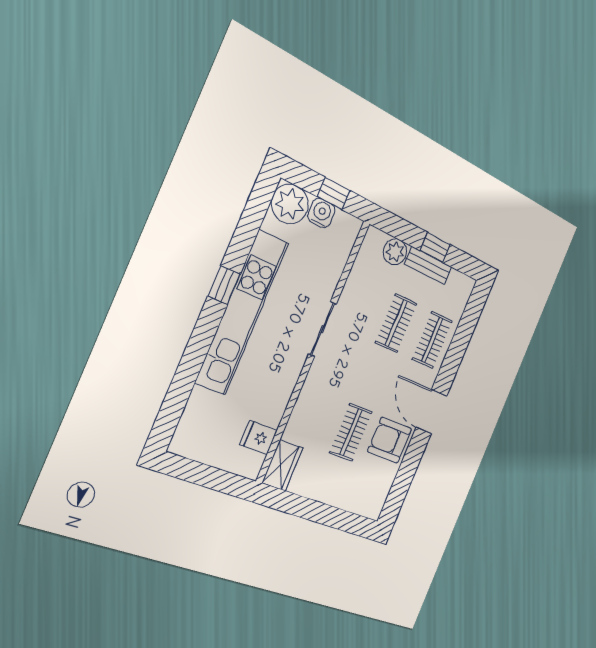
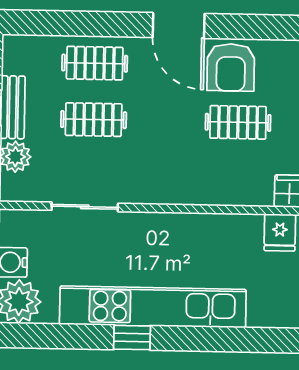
sliding door: (322, 329) -> (85, 207), moved
door: (431, 412) -> (179, 25), hinge flipped

